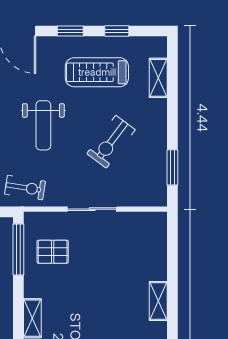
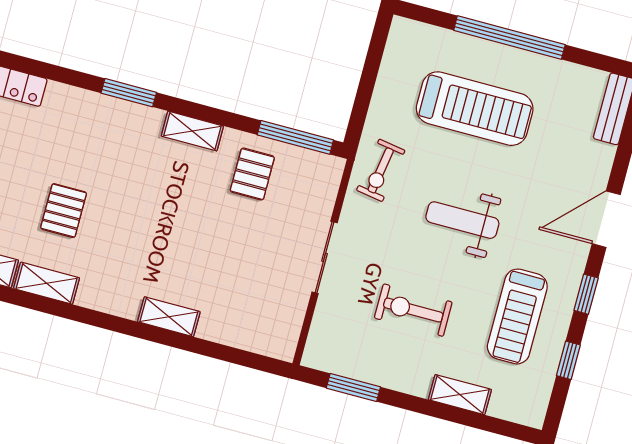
treadmill: (97, 72) -> (517, 316), turned 180
shelving: (158, 78) -> (460, 395), moved
exercise bike: (111, 142) -> (413, 310), turned -37
pallet: (53, 252) -> (252, 174), moved

